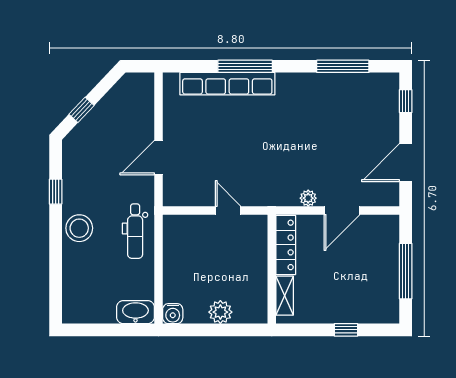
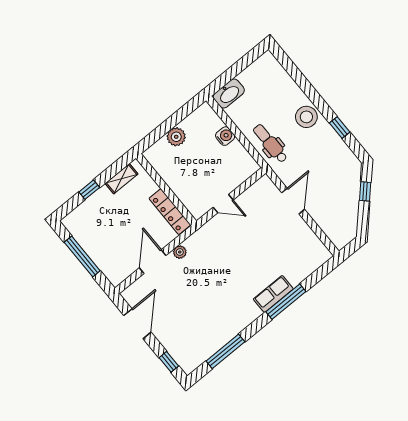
row of seats: (227, 84) -> (273, 294), width x0.50
shelving: (285, 296) -> (122, 179), moved, turned 90
water cooler: (173, 314) -> (225, 136), moved, turned 90

